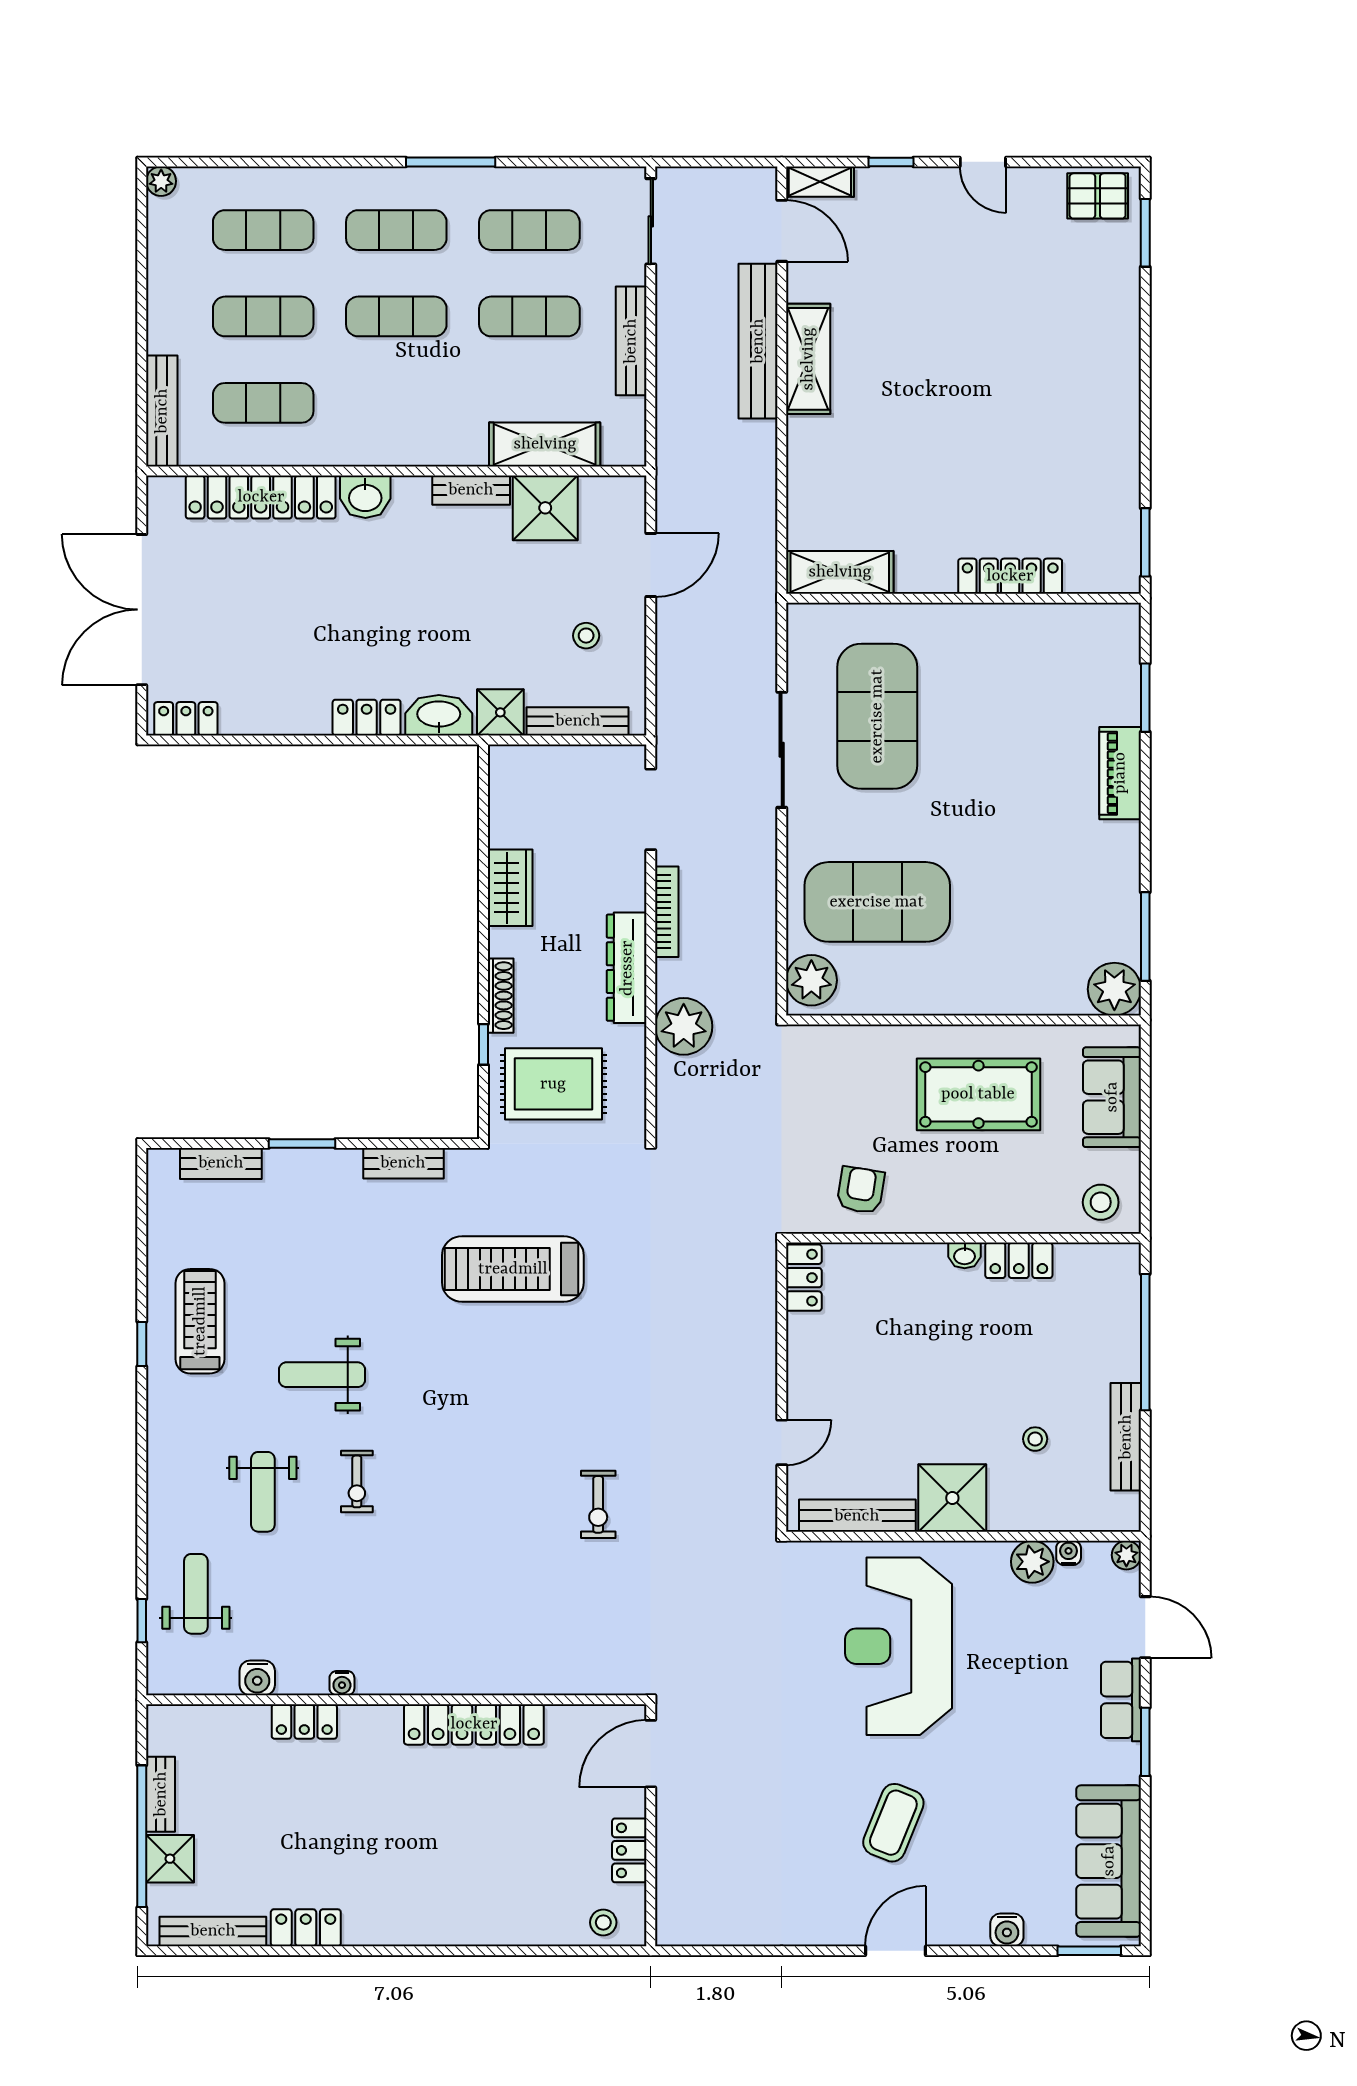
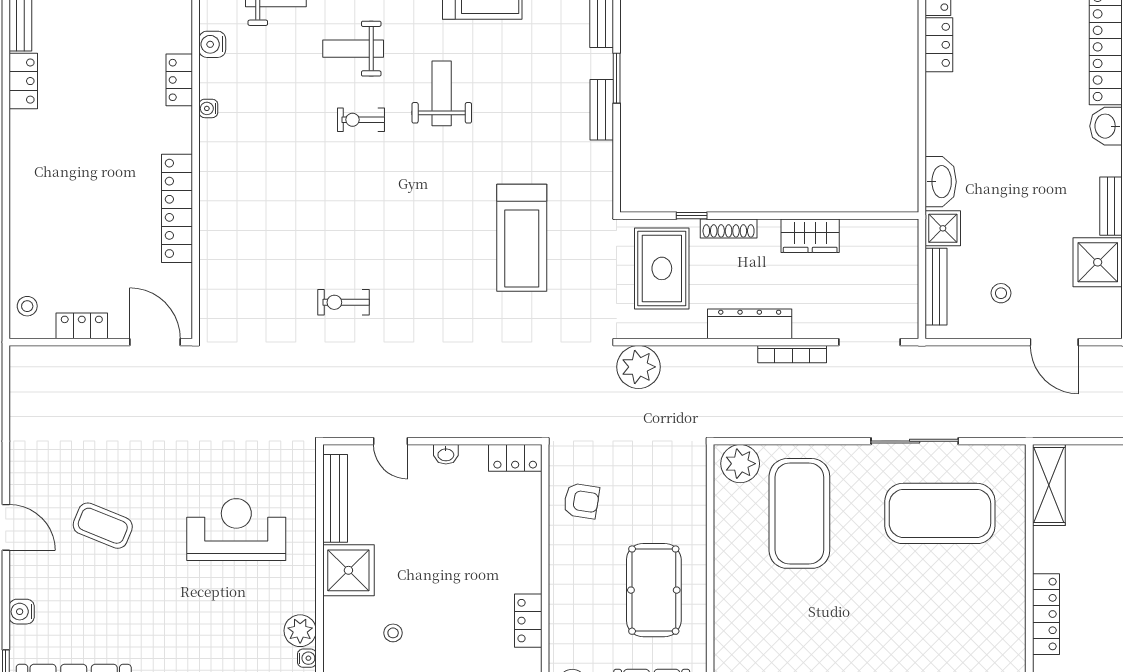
locker: (367, 718) -> (939, 45), moved
plant: (684, 1026) -> (638, 367), moved
bench: (403, 1163) -> (602, 110), moved
washbasin: (965, 1255) -> (446, 454), moved, turned -90
treadmill: (513, 1269) -> (522, 238), turned 180
reception desk: (899, 1646) -> (236, 530), width x0.74, depth x0.77

